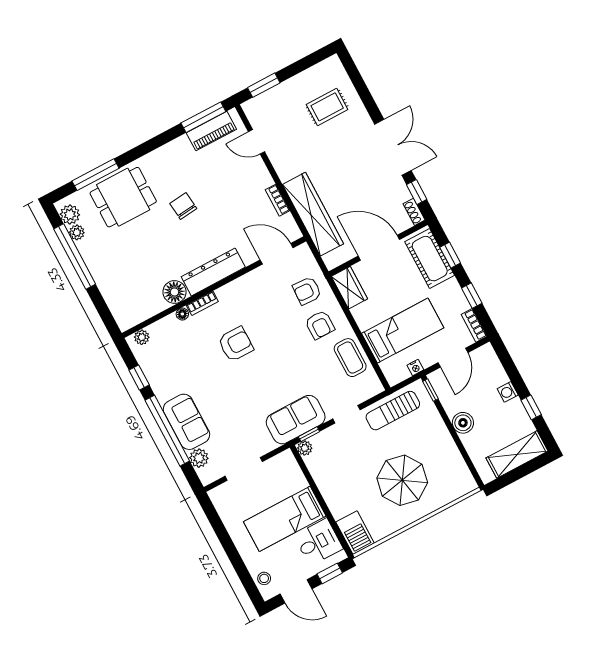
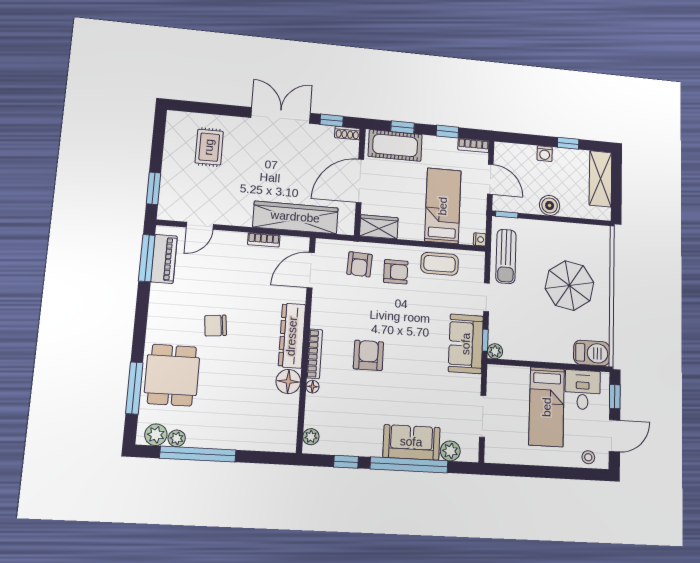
bookcase: (202, 303) -> (315, 354), width x1.56
nightstand: (415, 368) -> (480, 239), moved

